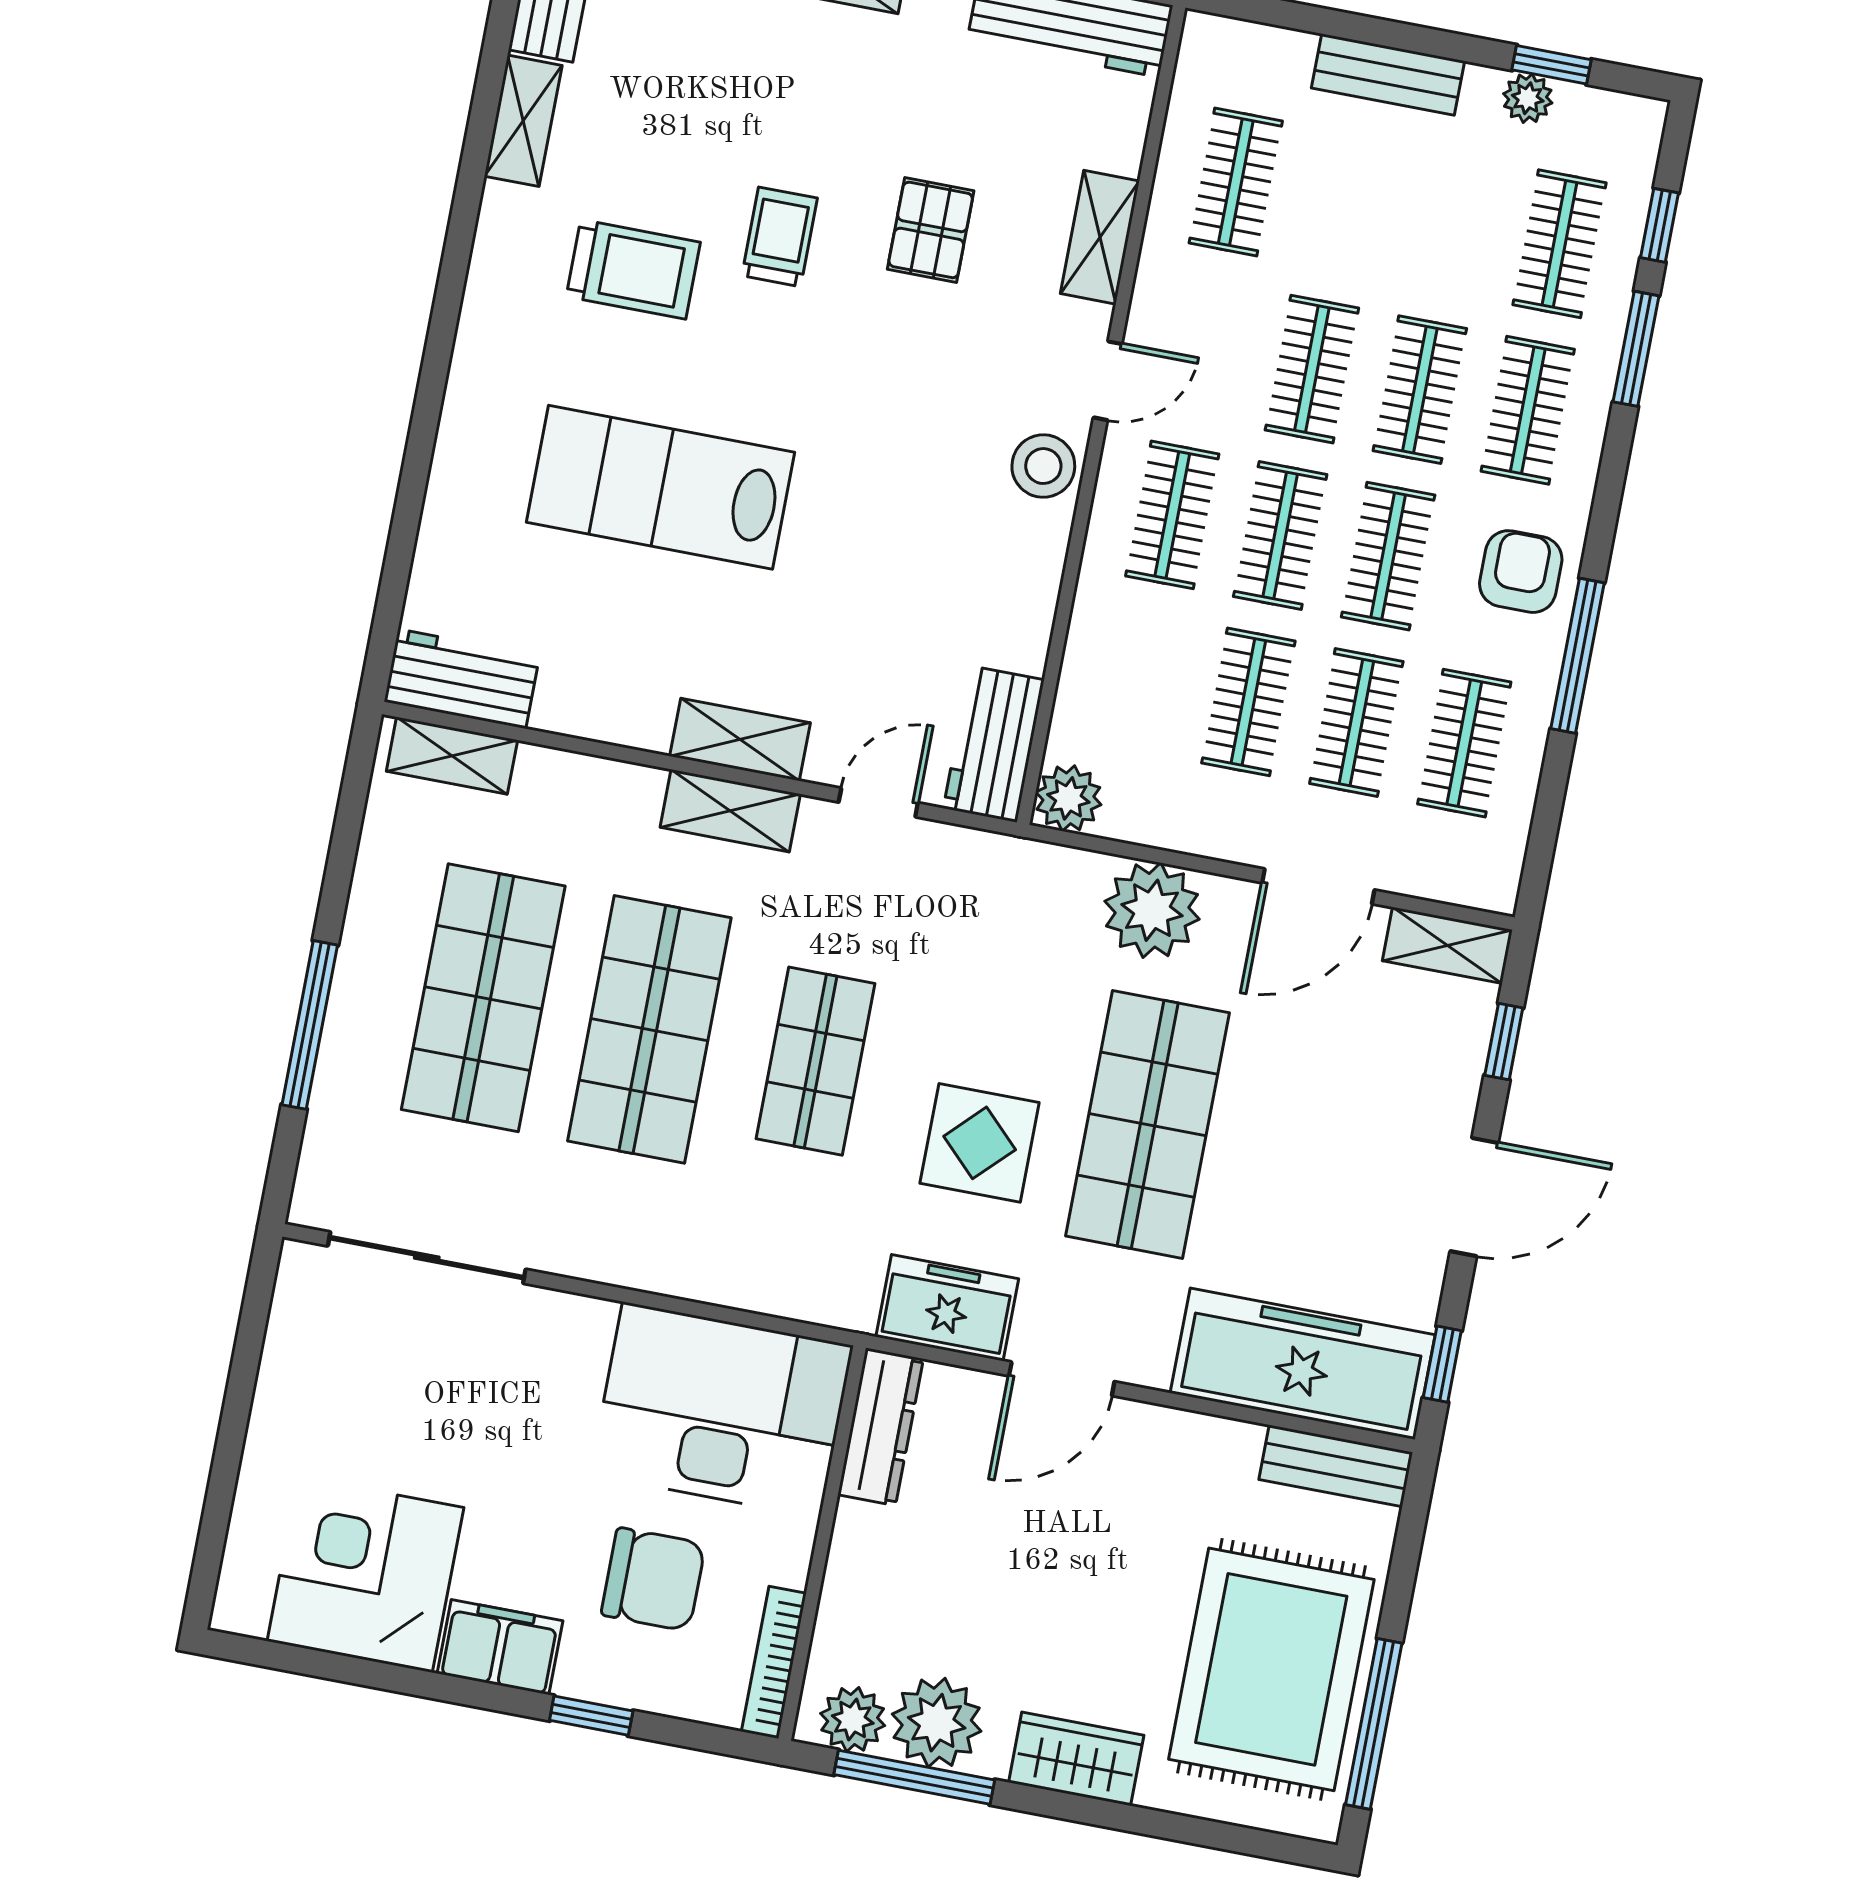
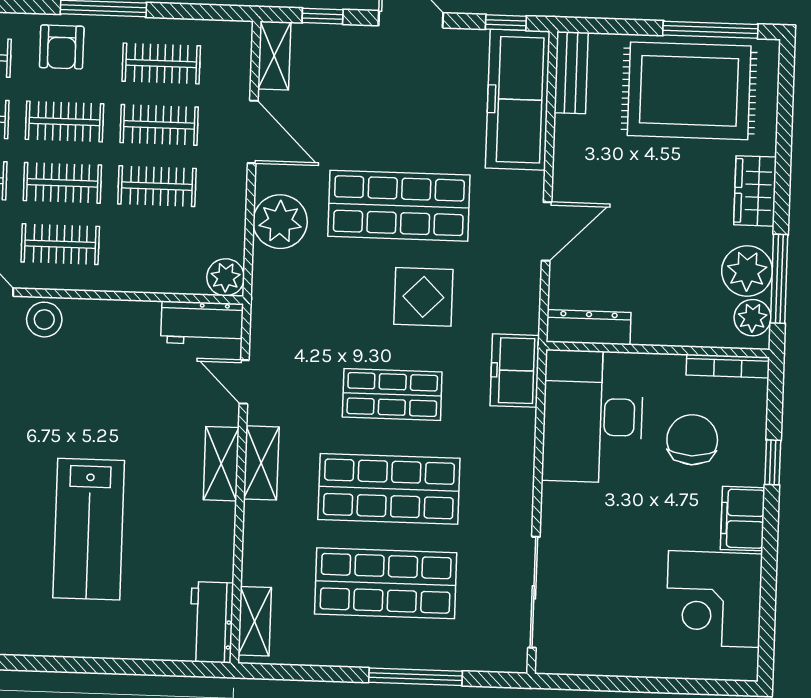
armchair: (1521, 572) -> (62, 47), turned -90
freezer: (947, 1308) -> (515, 371), moved
door: (1062, 1379) -> (547, 231), hinge flipped

